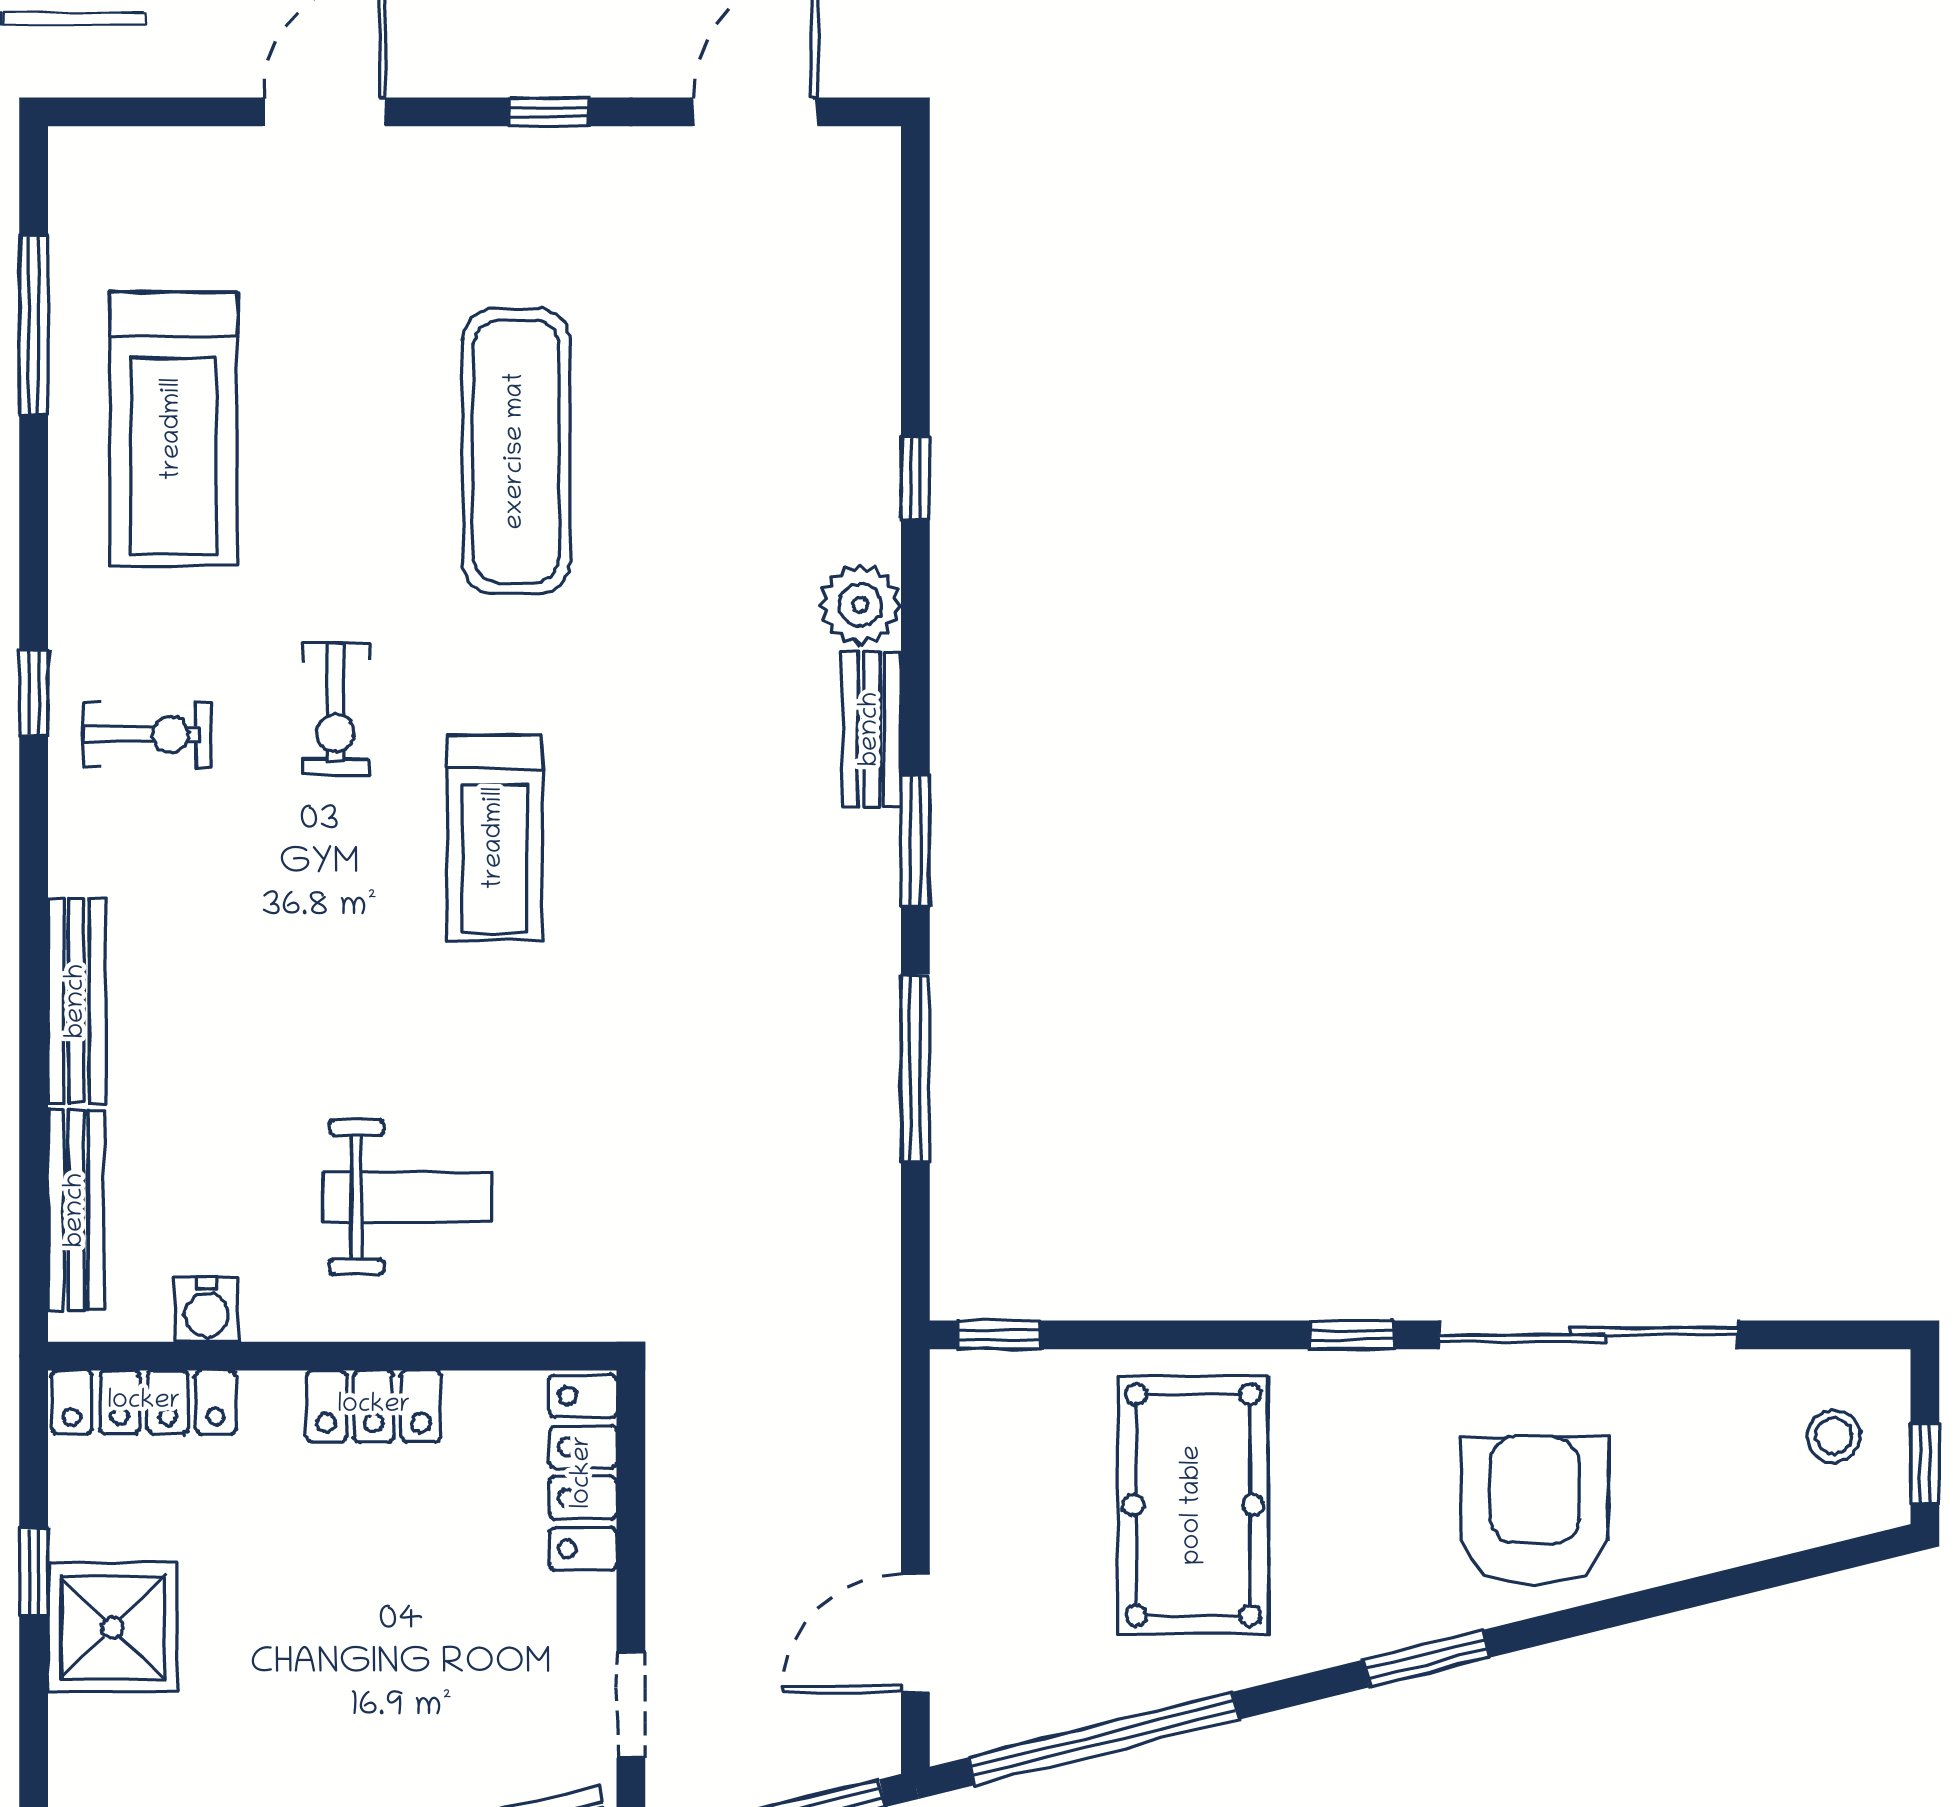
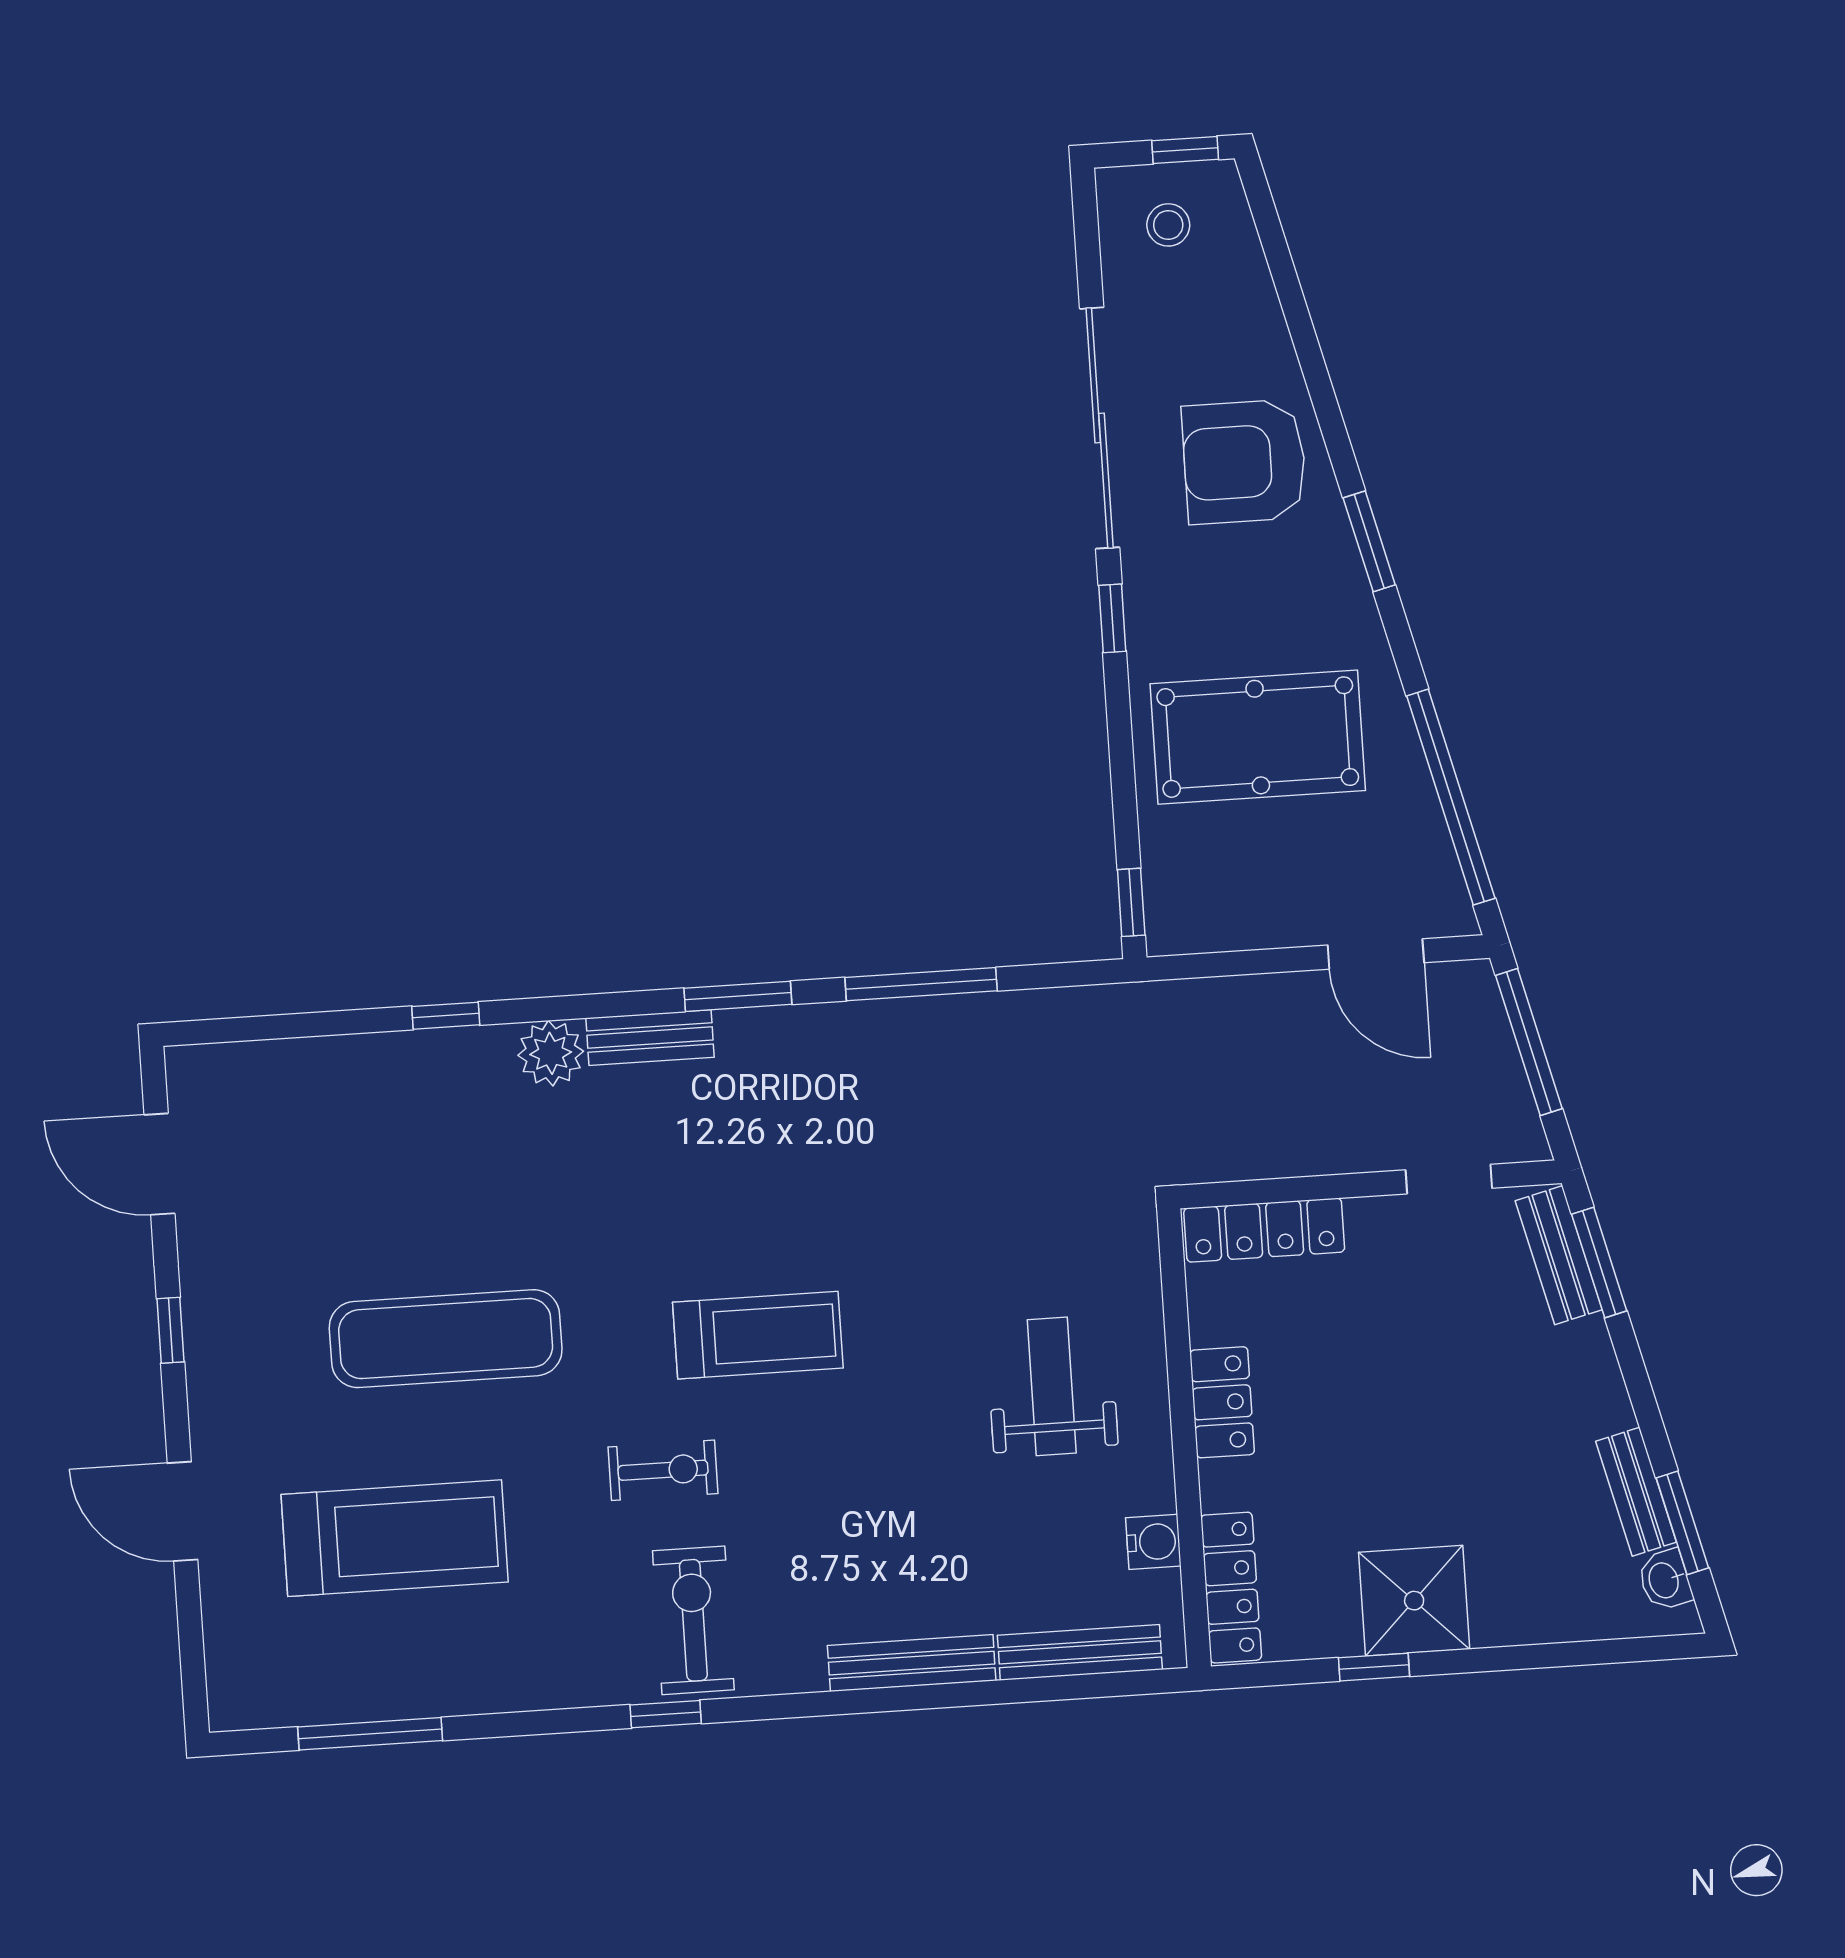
treadmill: (173, 429) -> (395, 1538), moved
exercise bike: (147, 735) -> (693, 1620), width x1.38, depth x1.39

